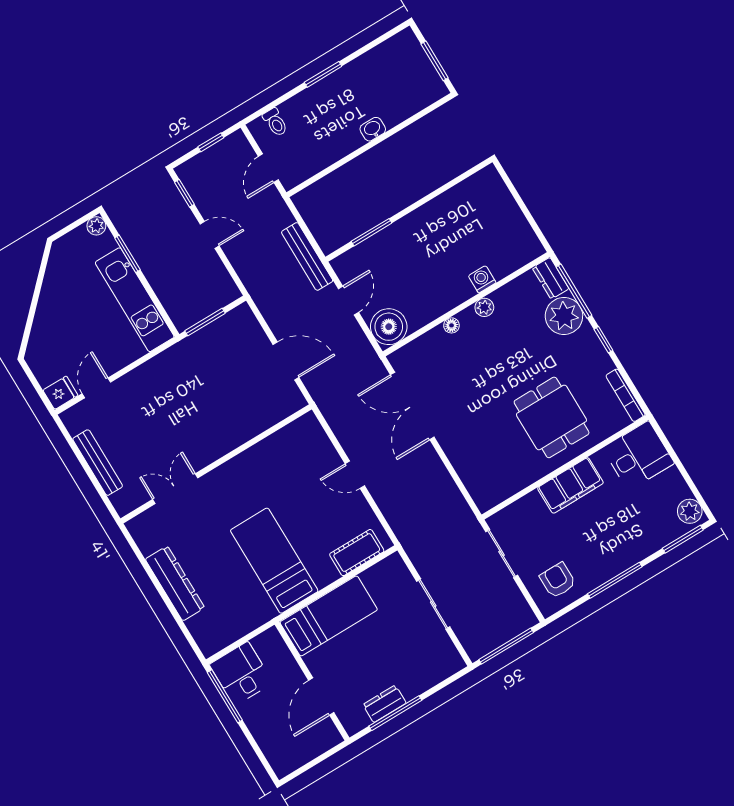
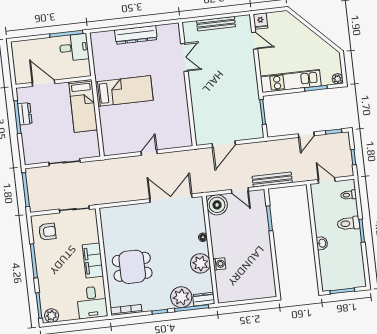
toilet: (321, 101) -> (348, 223), added
plant: (484, 307) -> (200, 263), width x1.87, depth x1.87
cot: (357, 553) -> (109, 135), removed

